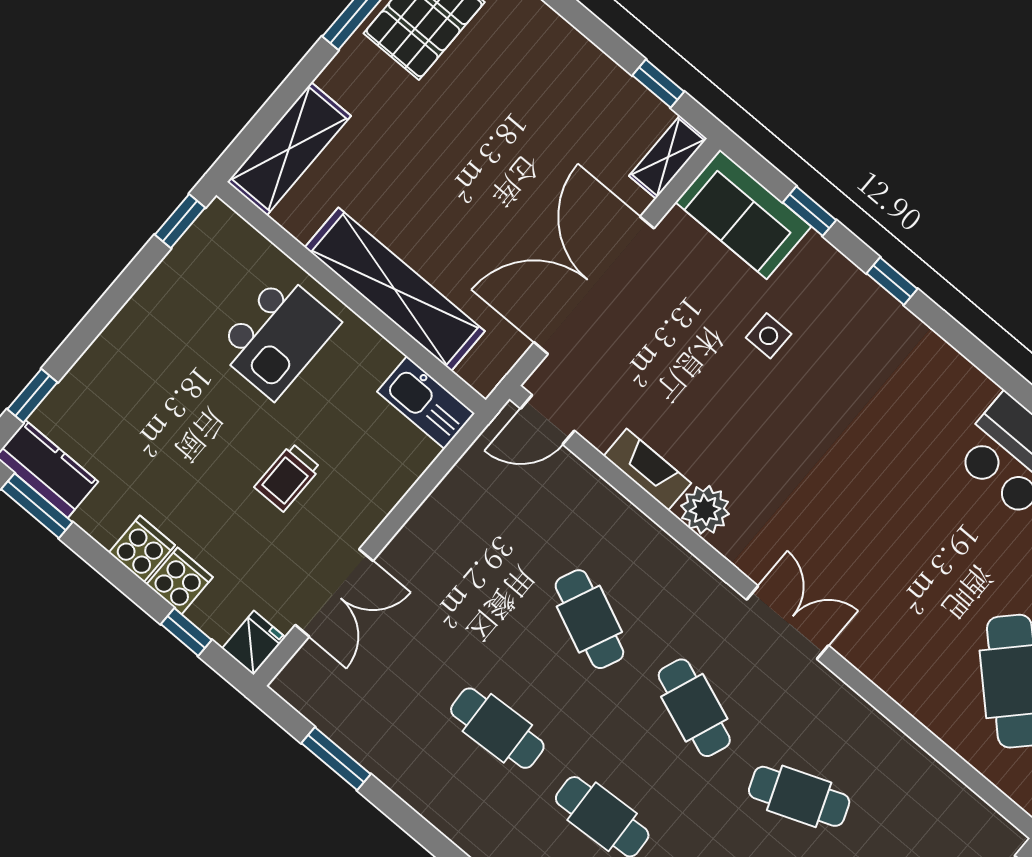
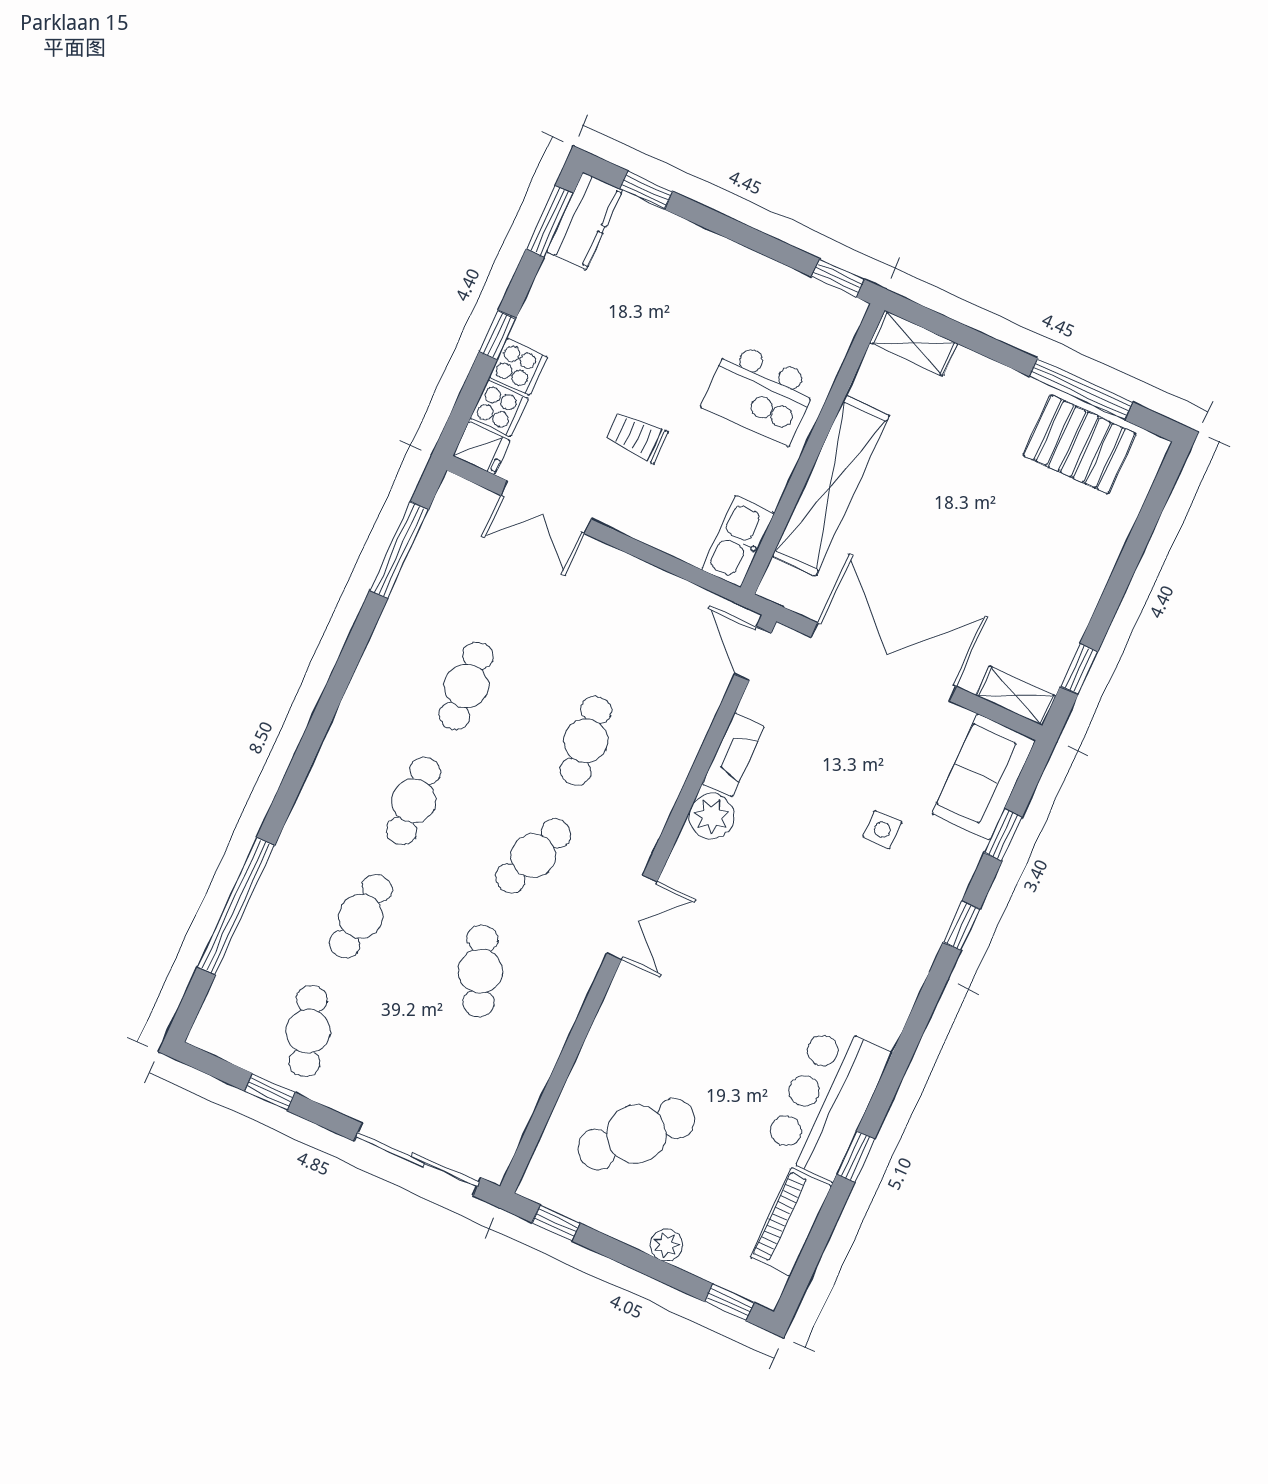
shelving: (289, 149) -> (914, 343), width x0.67, depth x0.75
cooker: (142, 549) -> (499, 408), moved
cafe table: (589, 619) -> (586, 741), turned -30
window: (186, 632) -> (497, 335), moved
window: (336, 759) -> (399, 550), width x1.44

